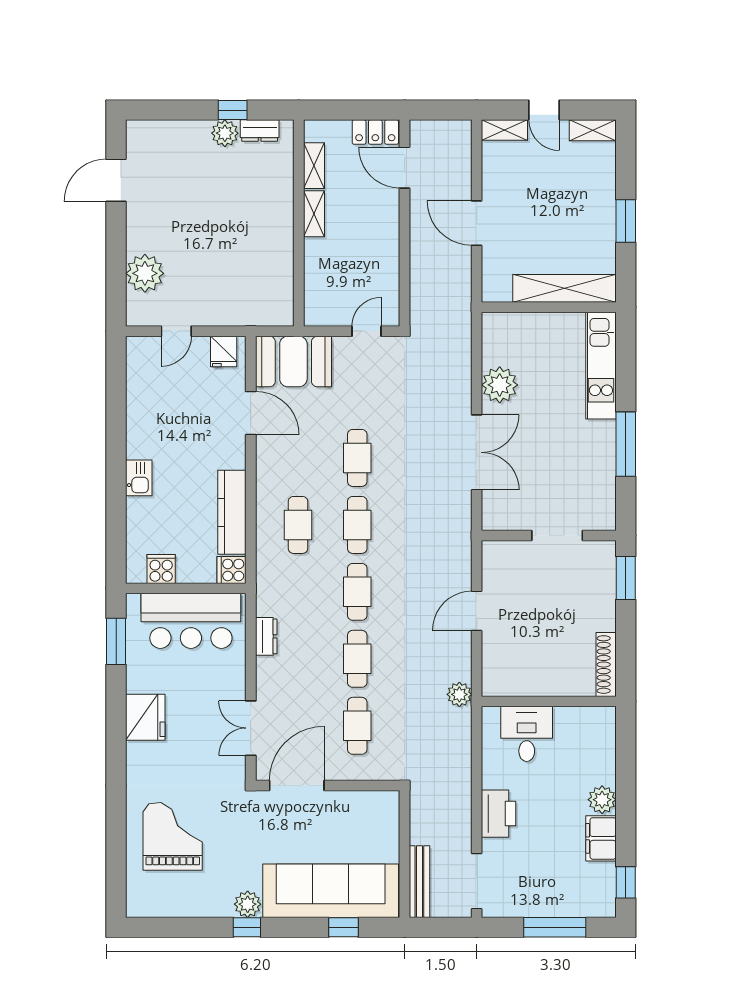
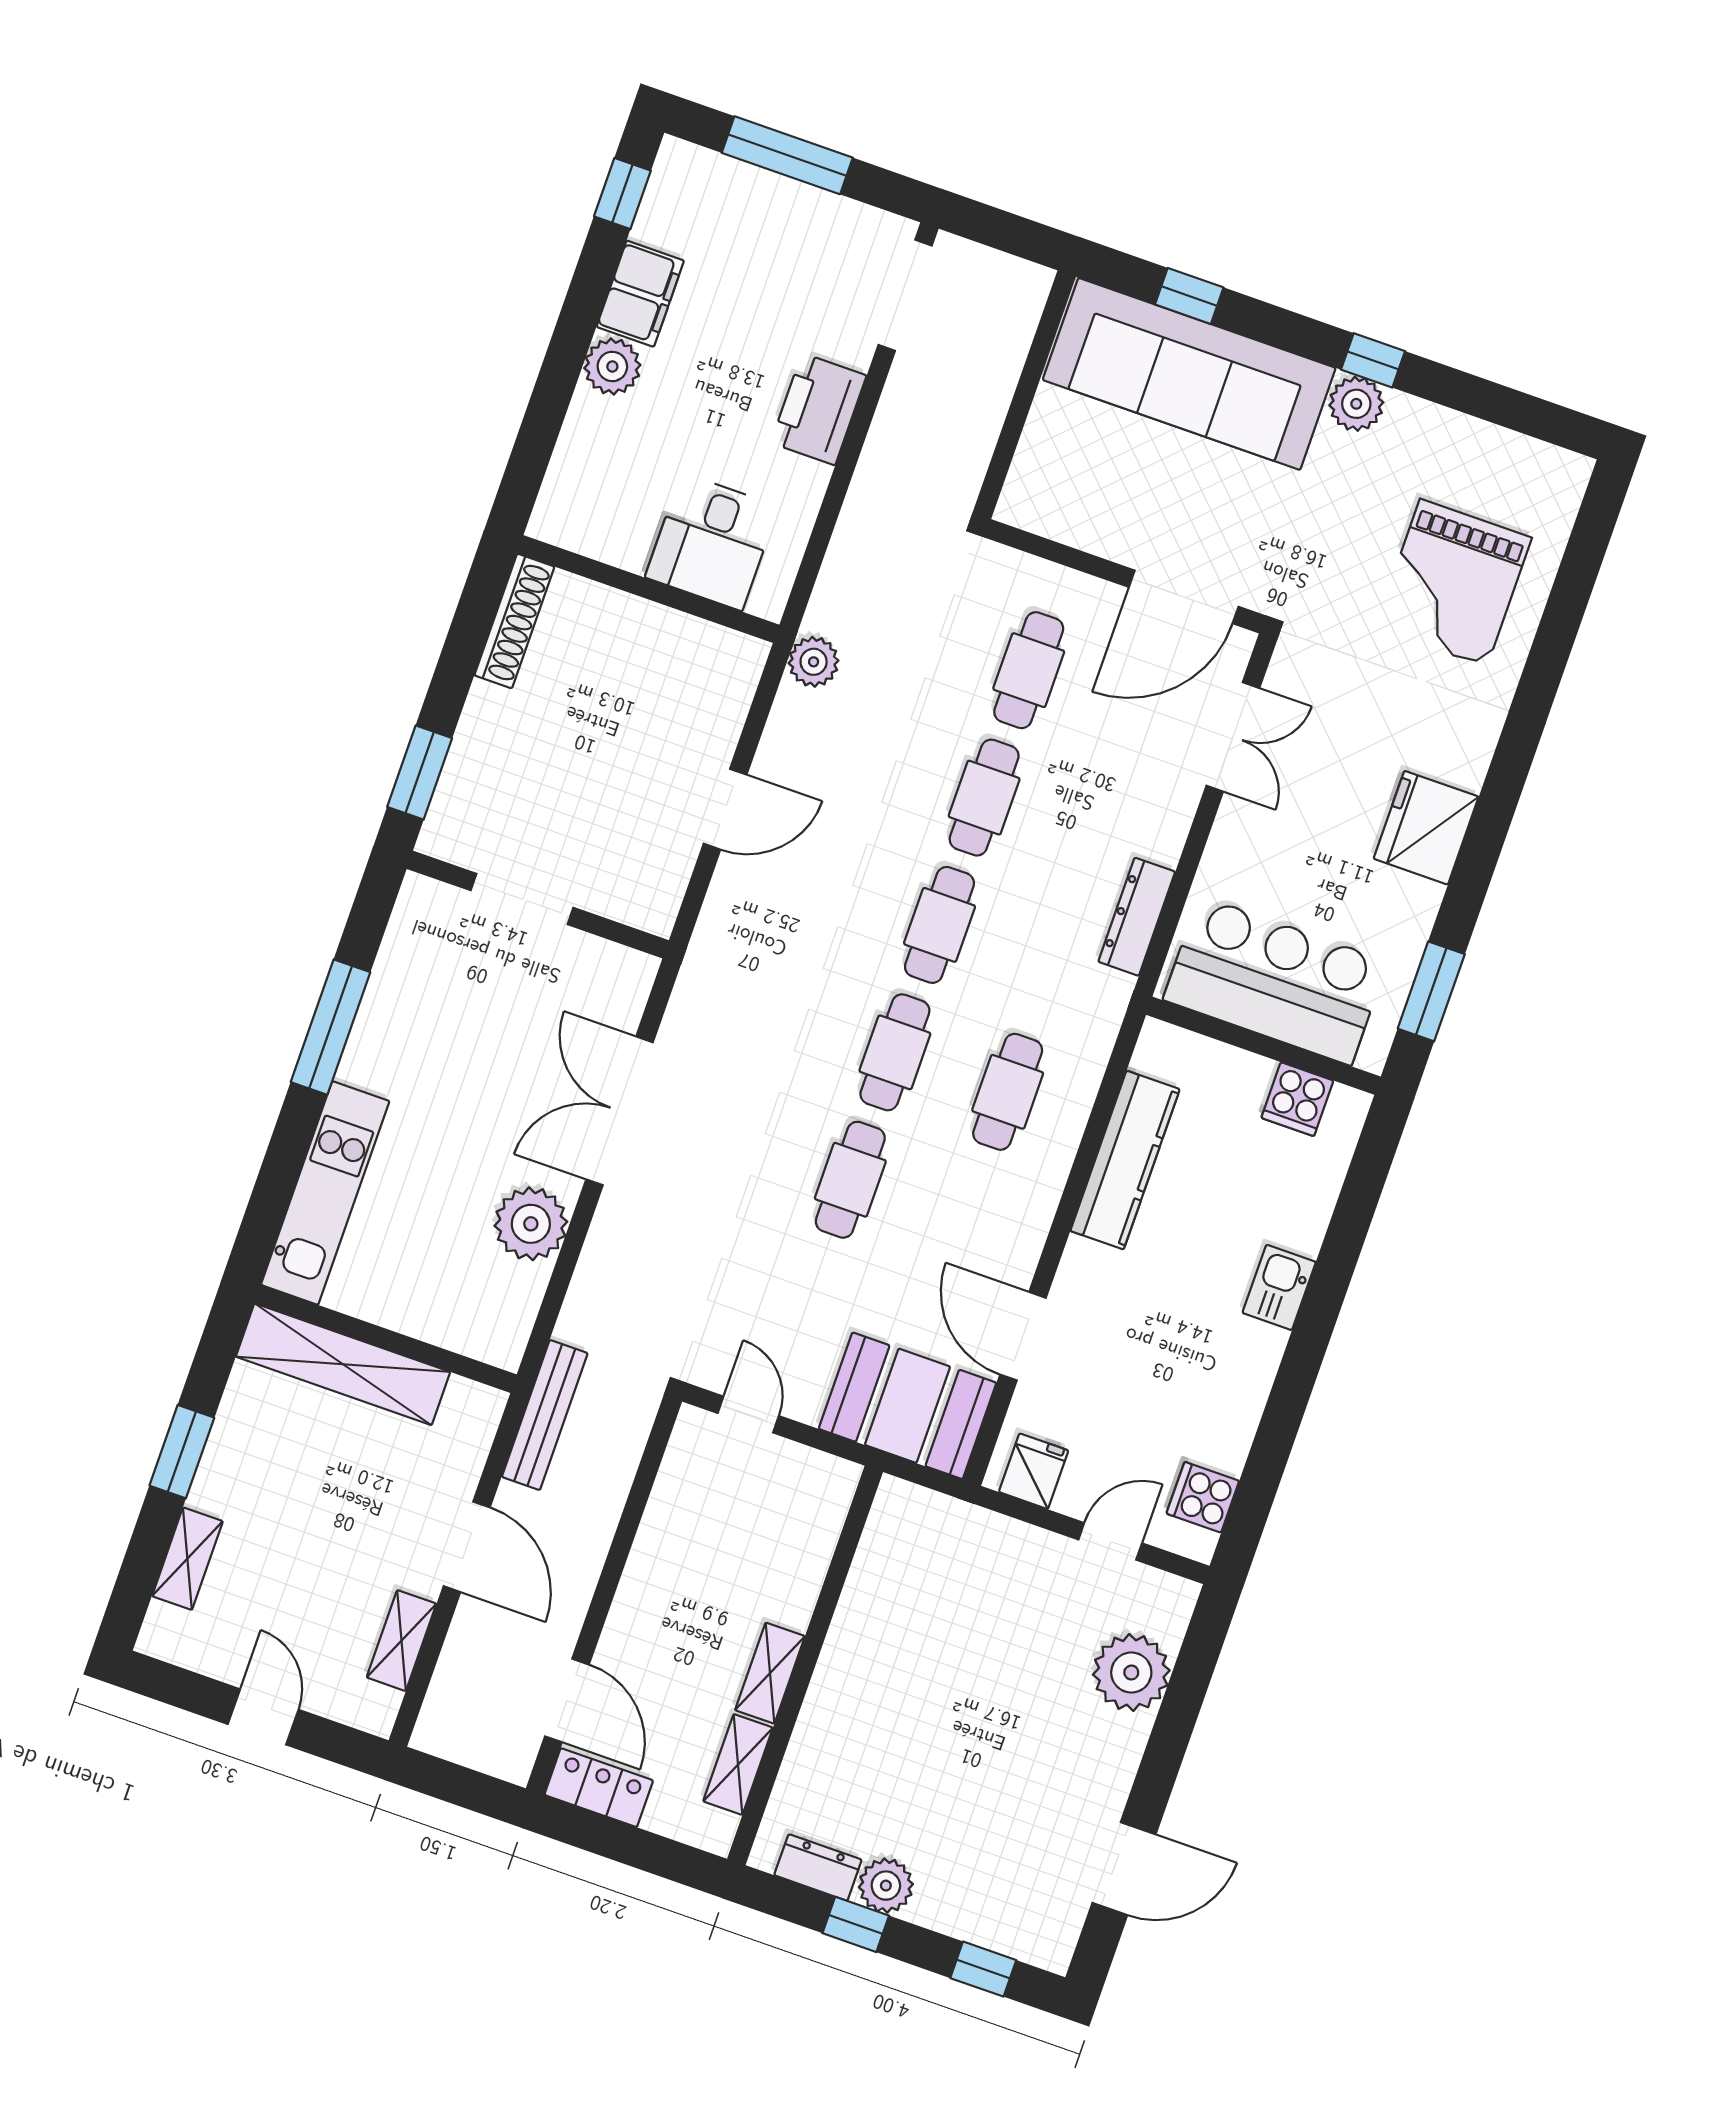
window: (166, 110) -> (983, 1969), added
shelving: (504, 130) -> (402, 1641), moved, turned 90
shelving: (593, 130) -> (187, 1559), moved, turned 90
door: (367, 331) -> (748, 1415), swing flipped
cooker: (231, 570) -> (1203, 1497), moved, turned 180
dresser: (266, 636) -> (1137, 917), width x1.44
bench: (419, 882) -> (545, 1415), moved

